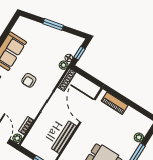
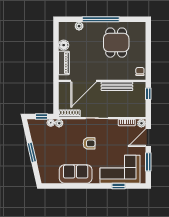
floor lamp: (131, 113) -> (64, 45), added

